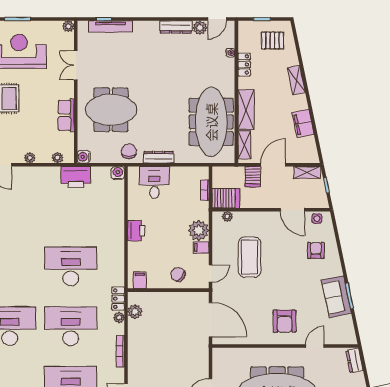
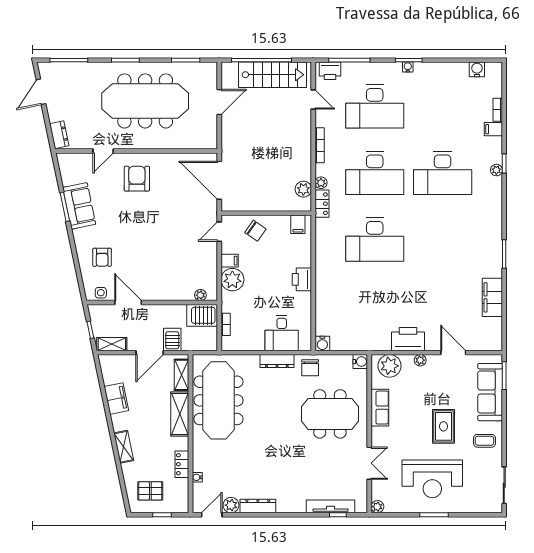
plant: (57, 158) -> (390, 366), width x1.87, depth x1.87
printer: (76, 177) -> (408, 339), moved
coffee table: (250, 257) -> (176, 250), removed

